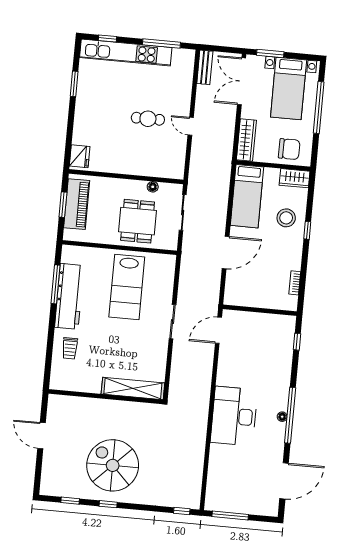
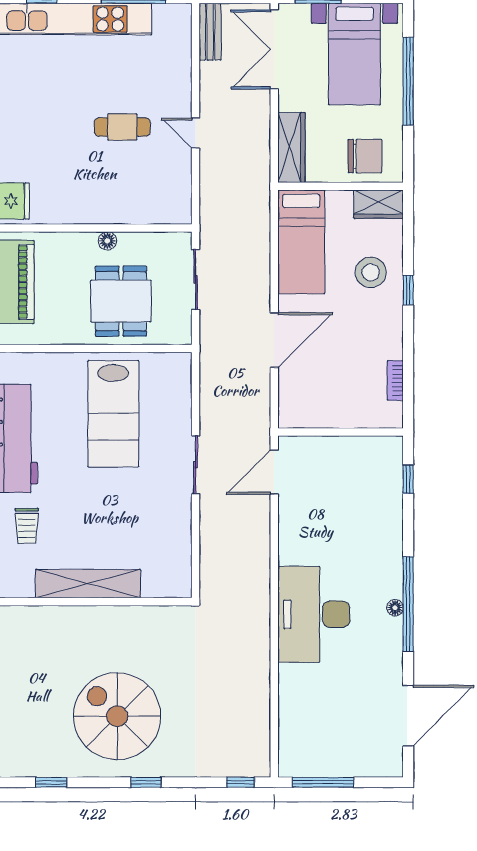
floor lamp: (153, 187) -> (107, 241), moved
shelving: (133, 388) -> (88, 584), moved
window: (108, 504) -> (146, 782), moved

